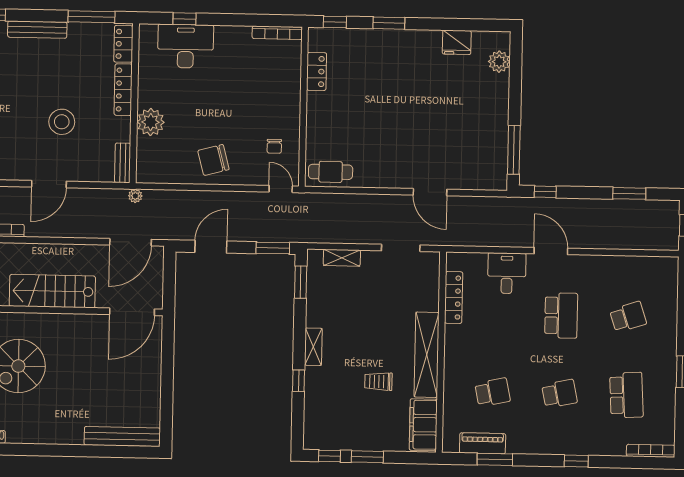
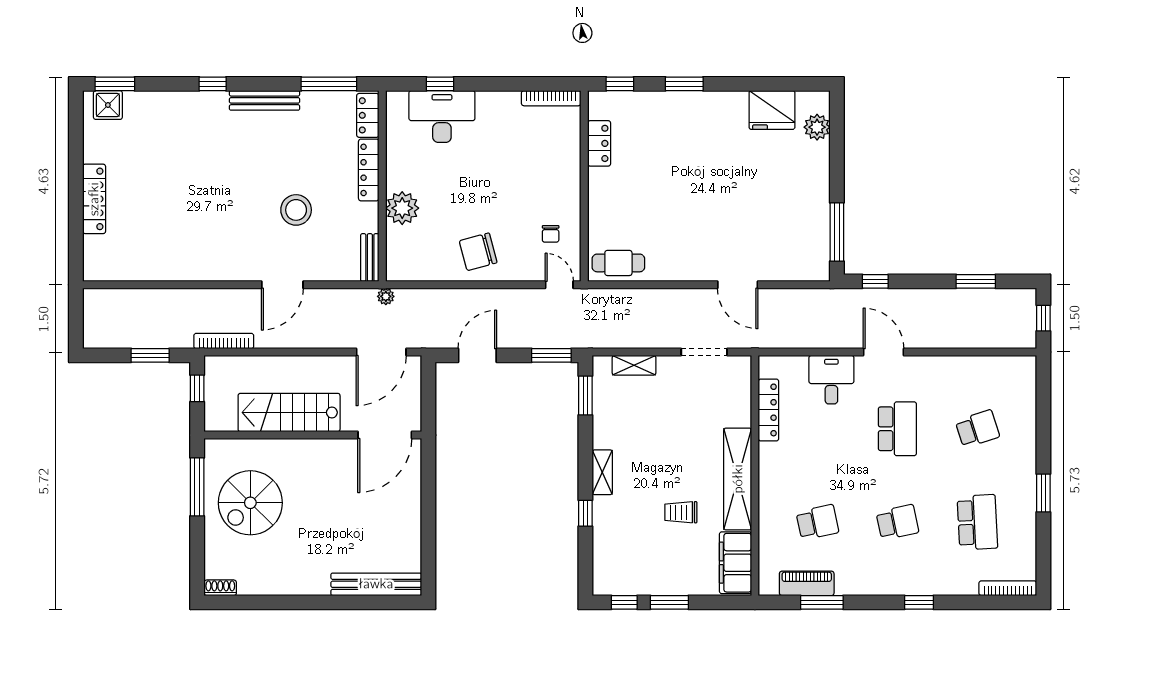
fridge: (457, 42) -> (772, 110), width x1.36, depth x1.34

